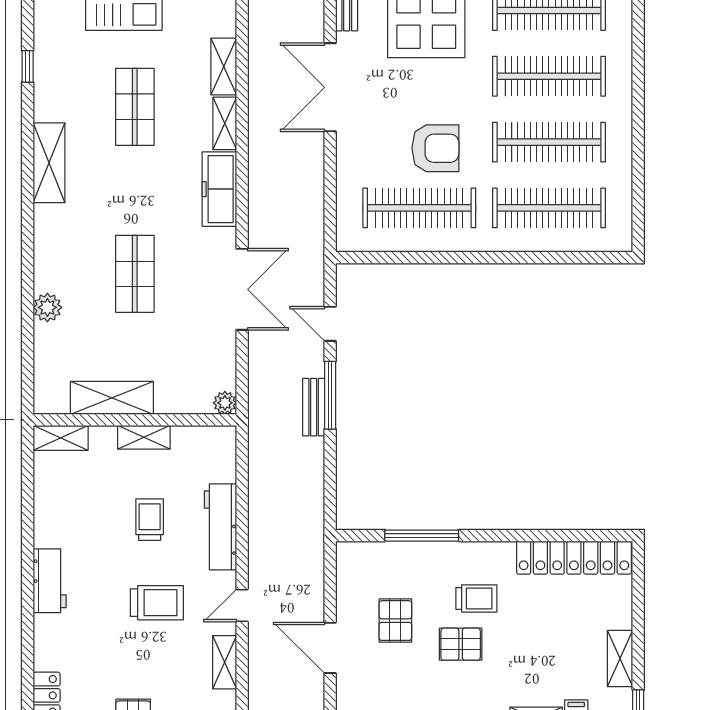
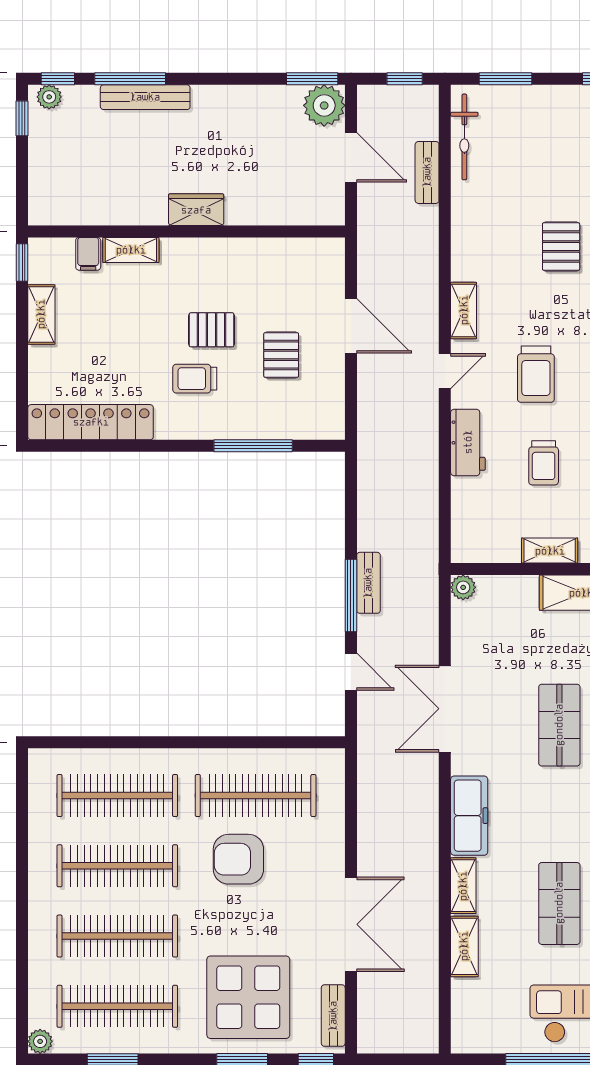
workbench: (220, 527) -> (468, 442), width x0.73
trolley: (157, 603) -> (536, 374), turned -90

